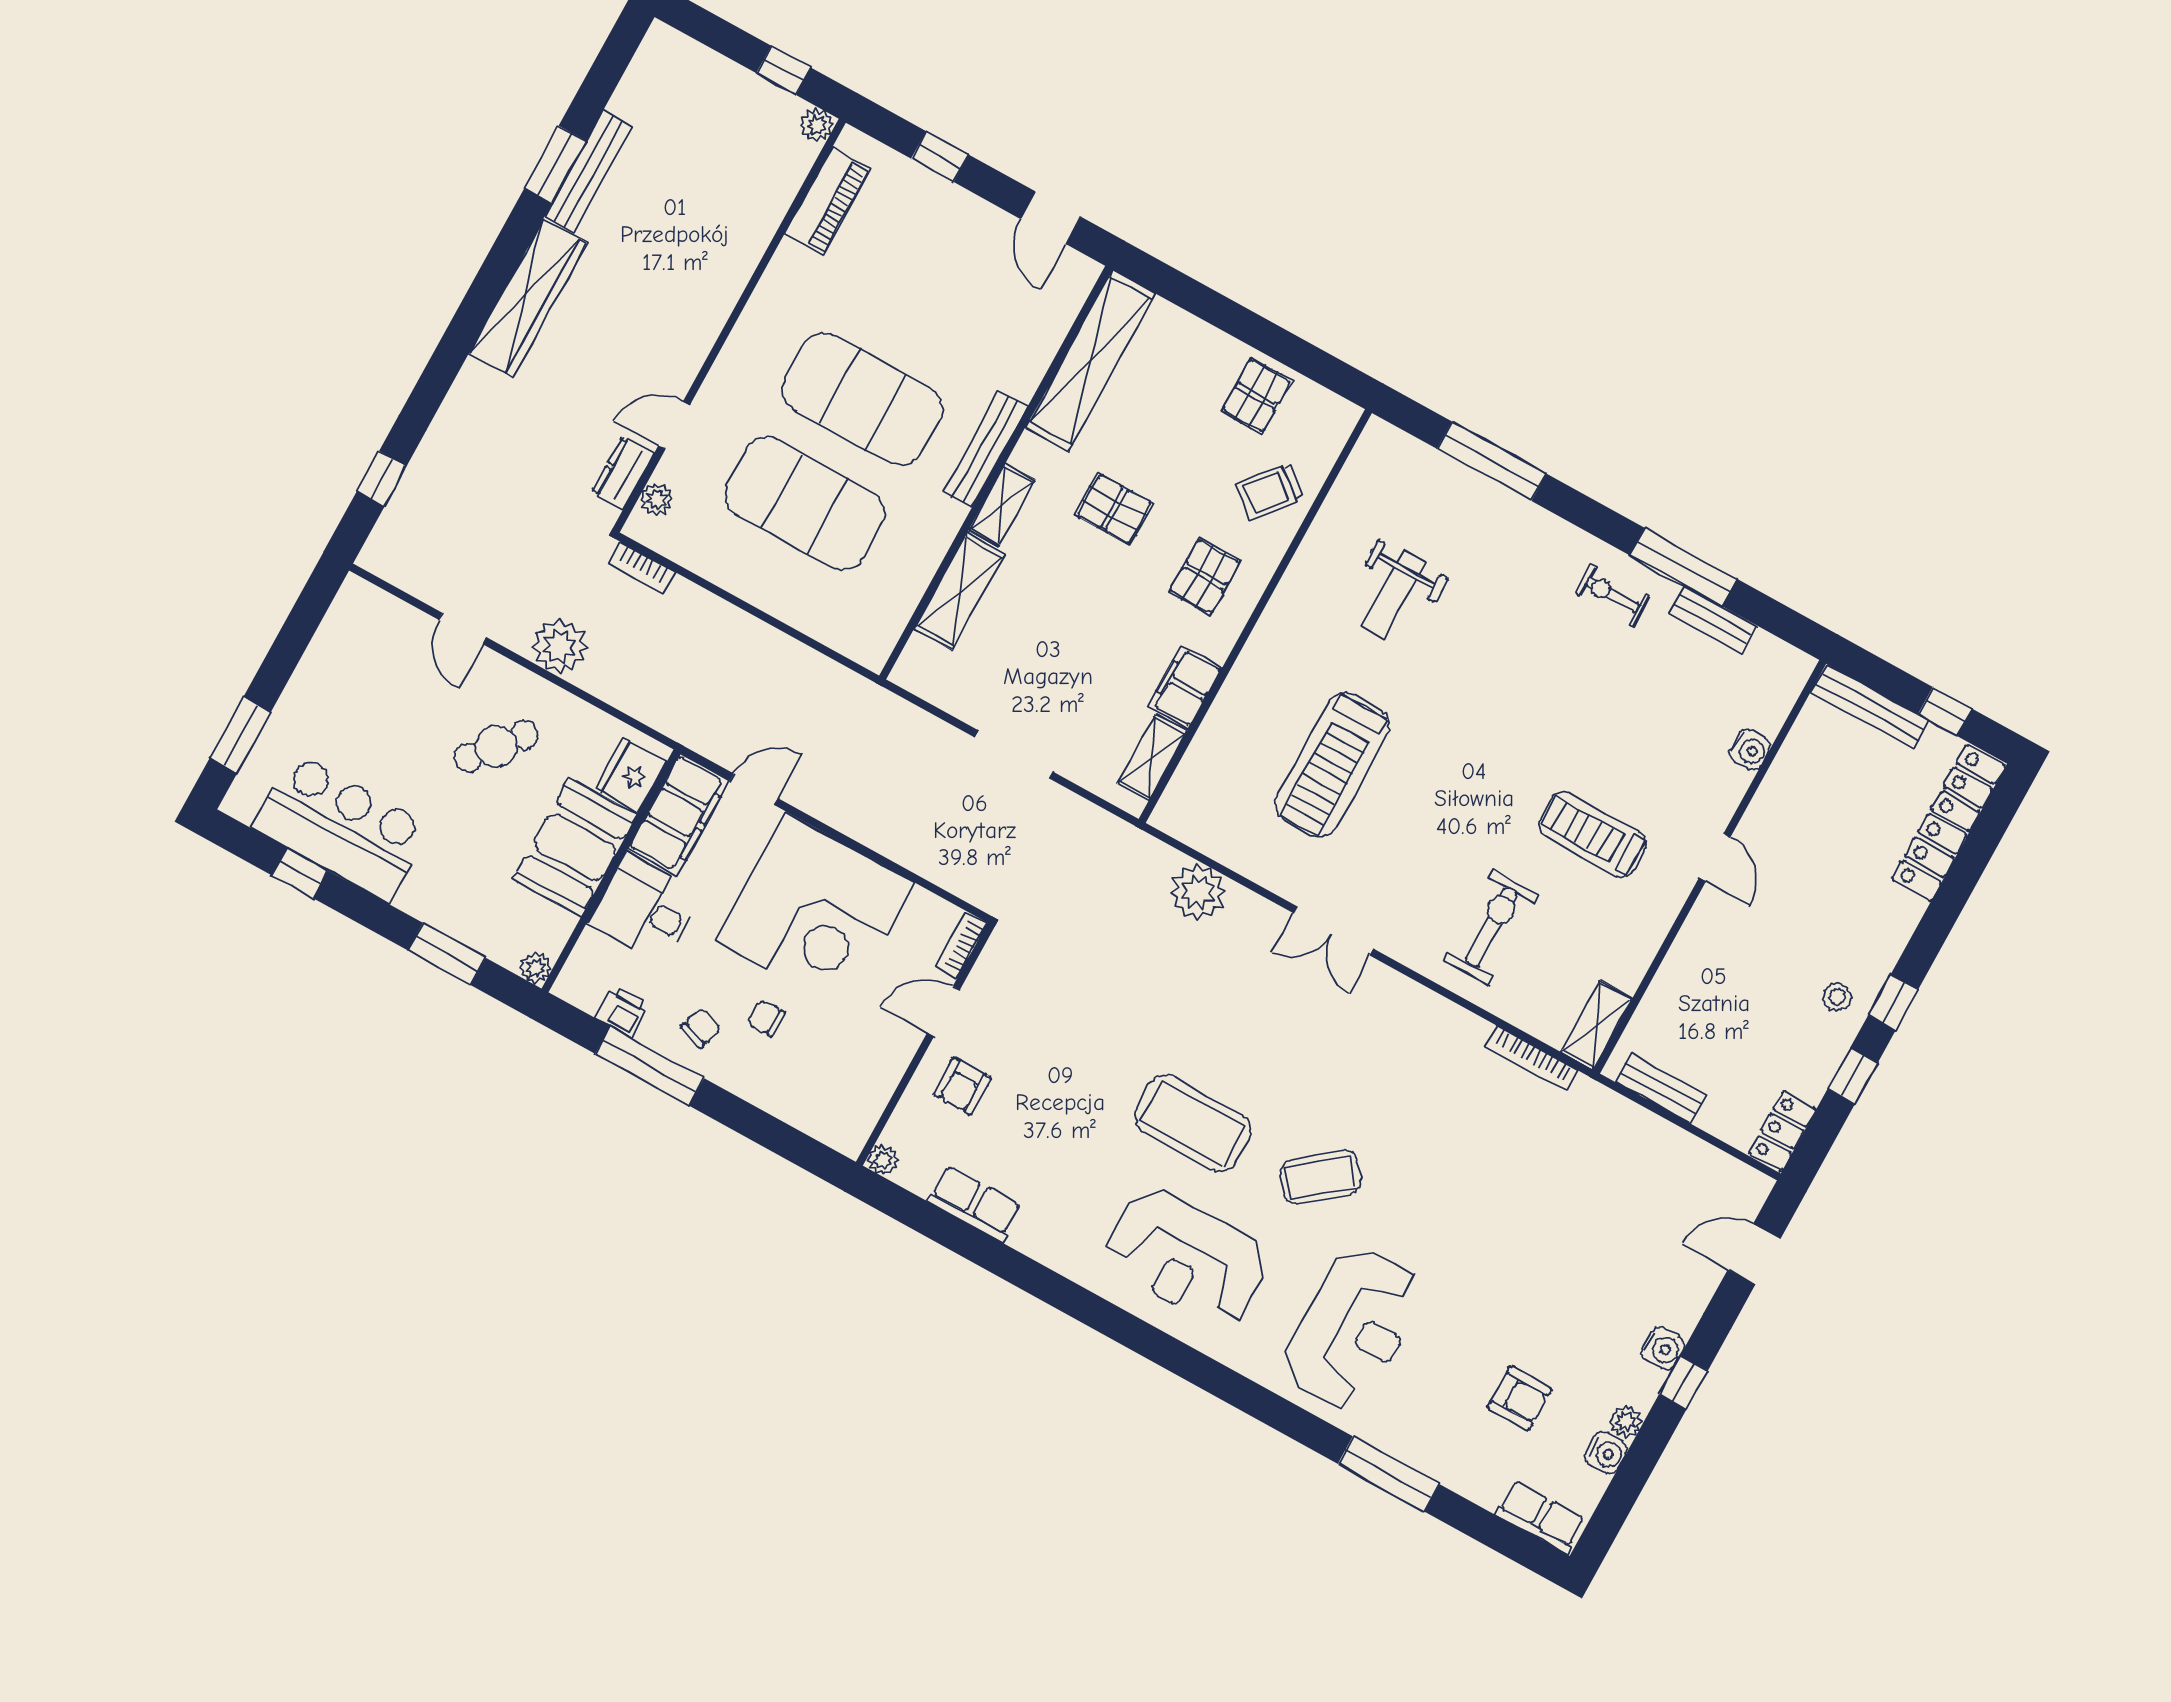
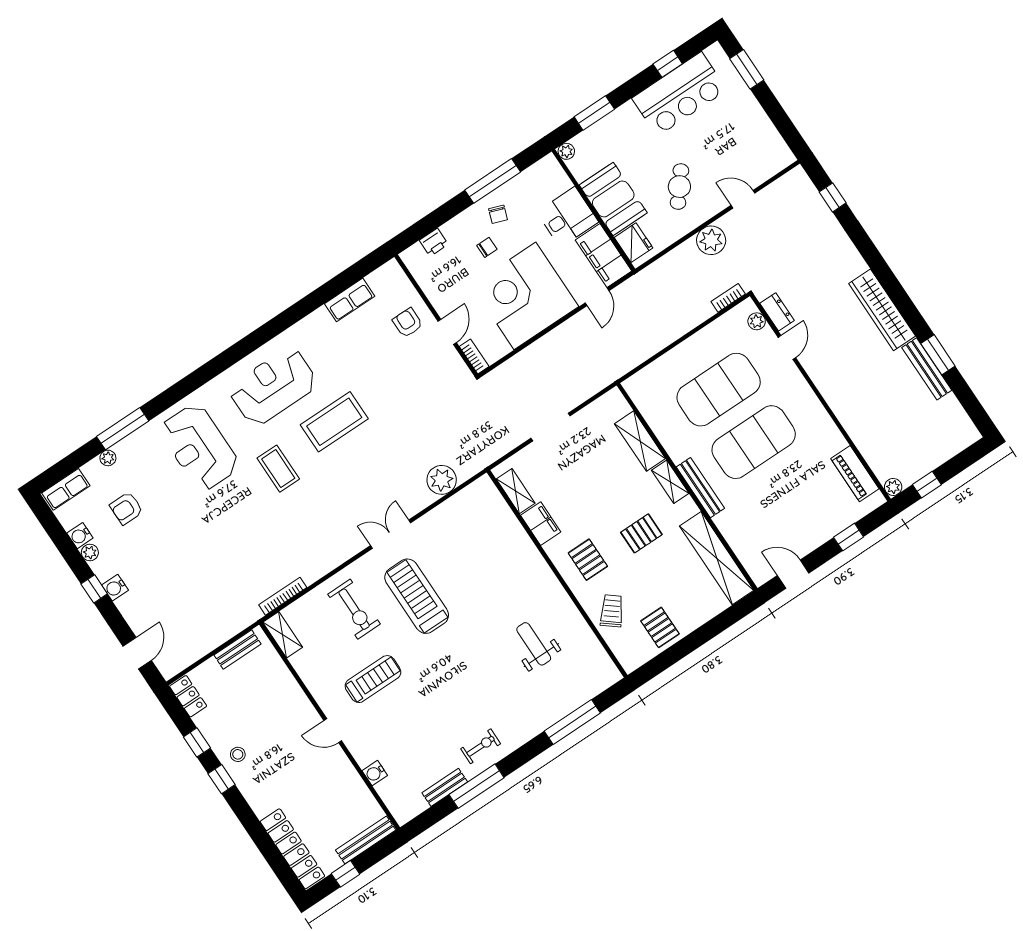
treadmill: (1332, 765) -> (417, 596), moved
printer: (622, 1012) -> (434, 242), moved
plant: (883, 1160) -> (108, 458), moved
coffee table: (1320, 1177) -> (278, 469), turned -51

